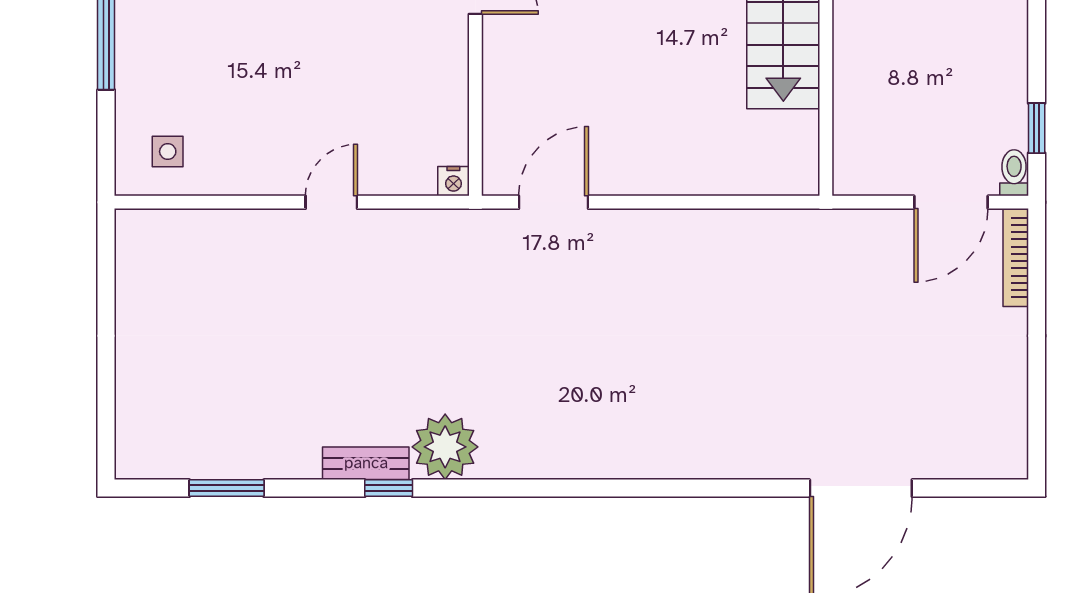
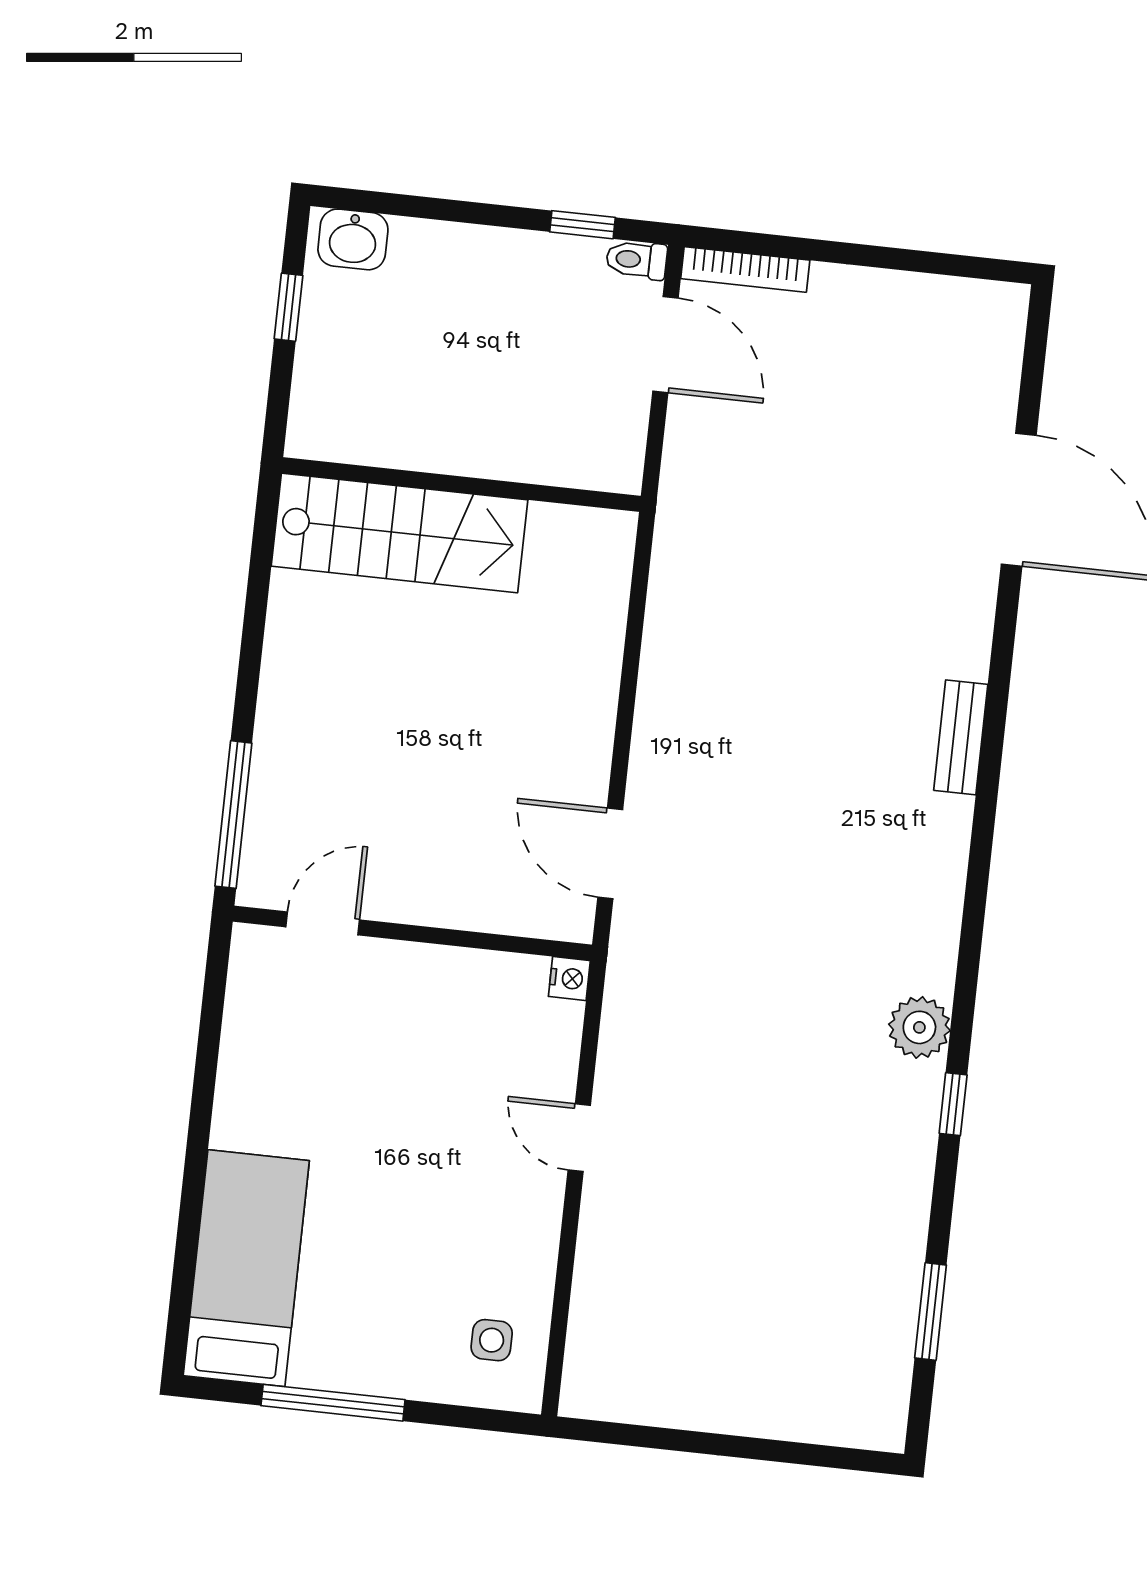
plant: (445, 447) -> (919, 1027), width x0.73, depth x0.73
bench: (366, 463) -> (961, 737), moved

